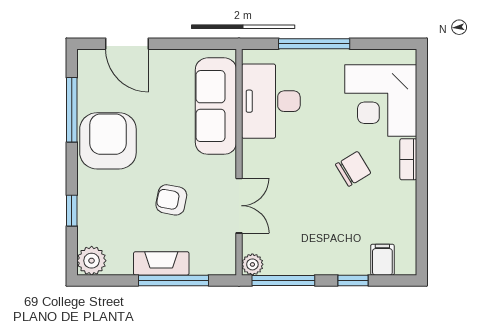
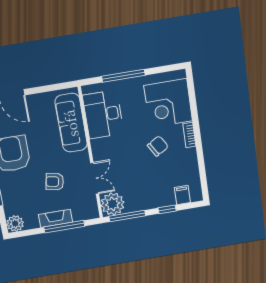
plant: (252, 264) -> (113, 204), width x1.87, depth x1.87

